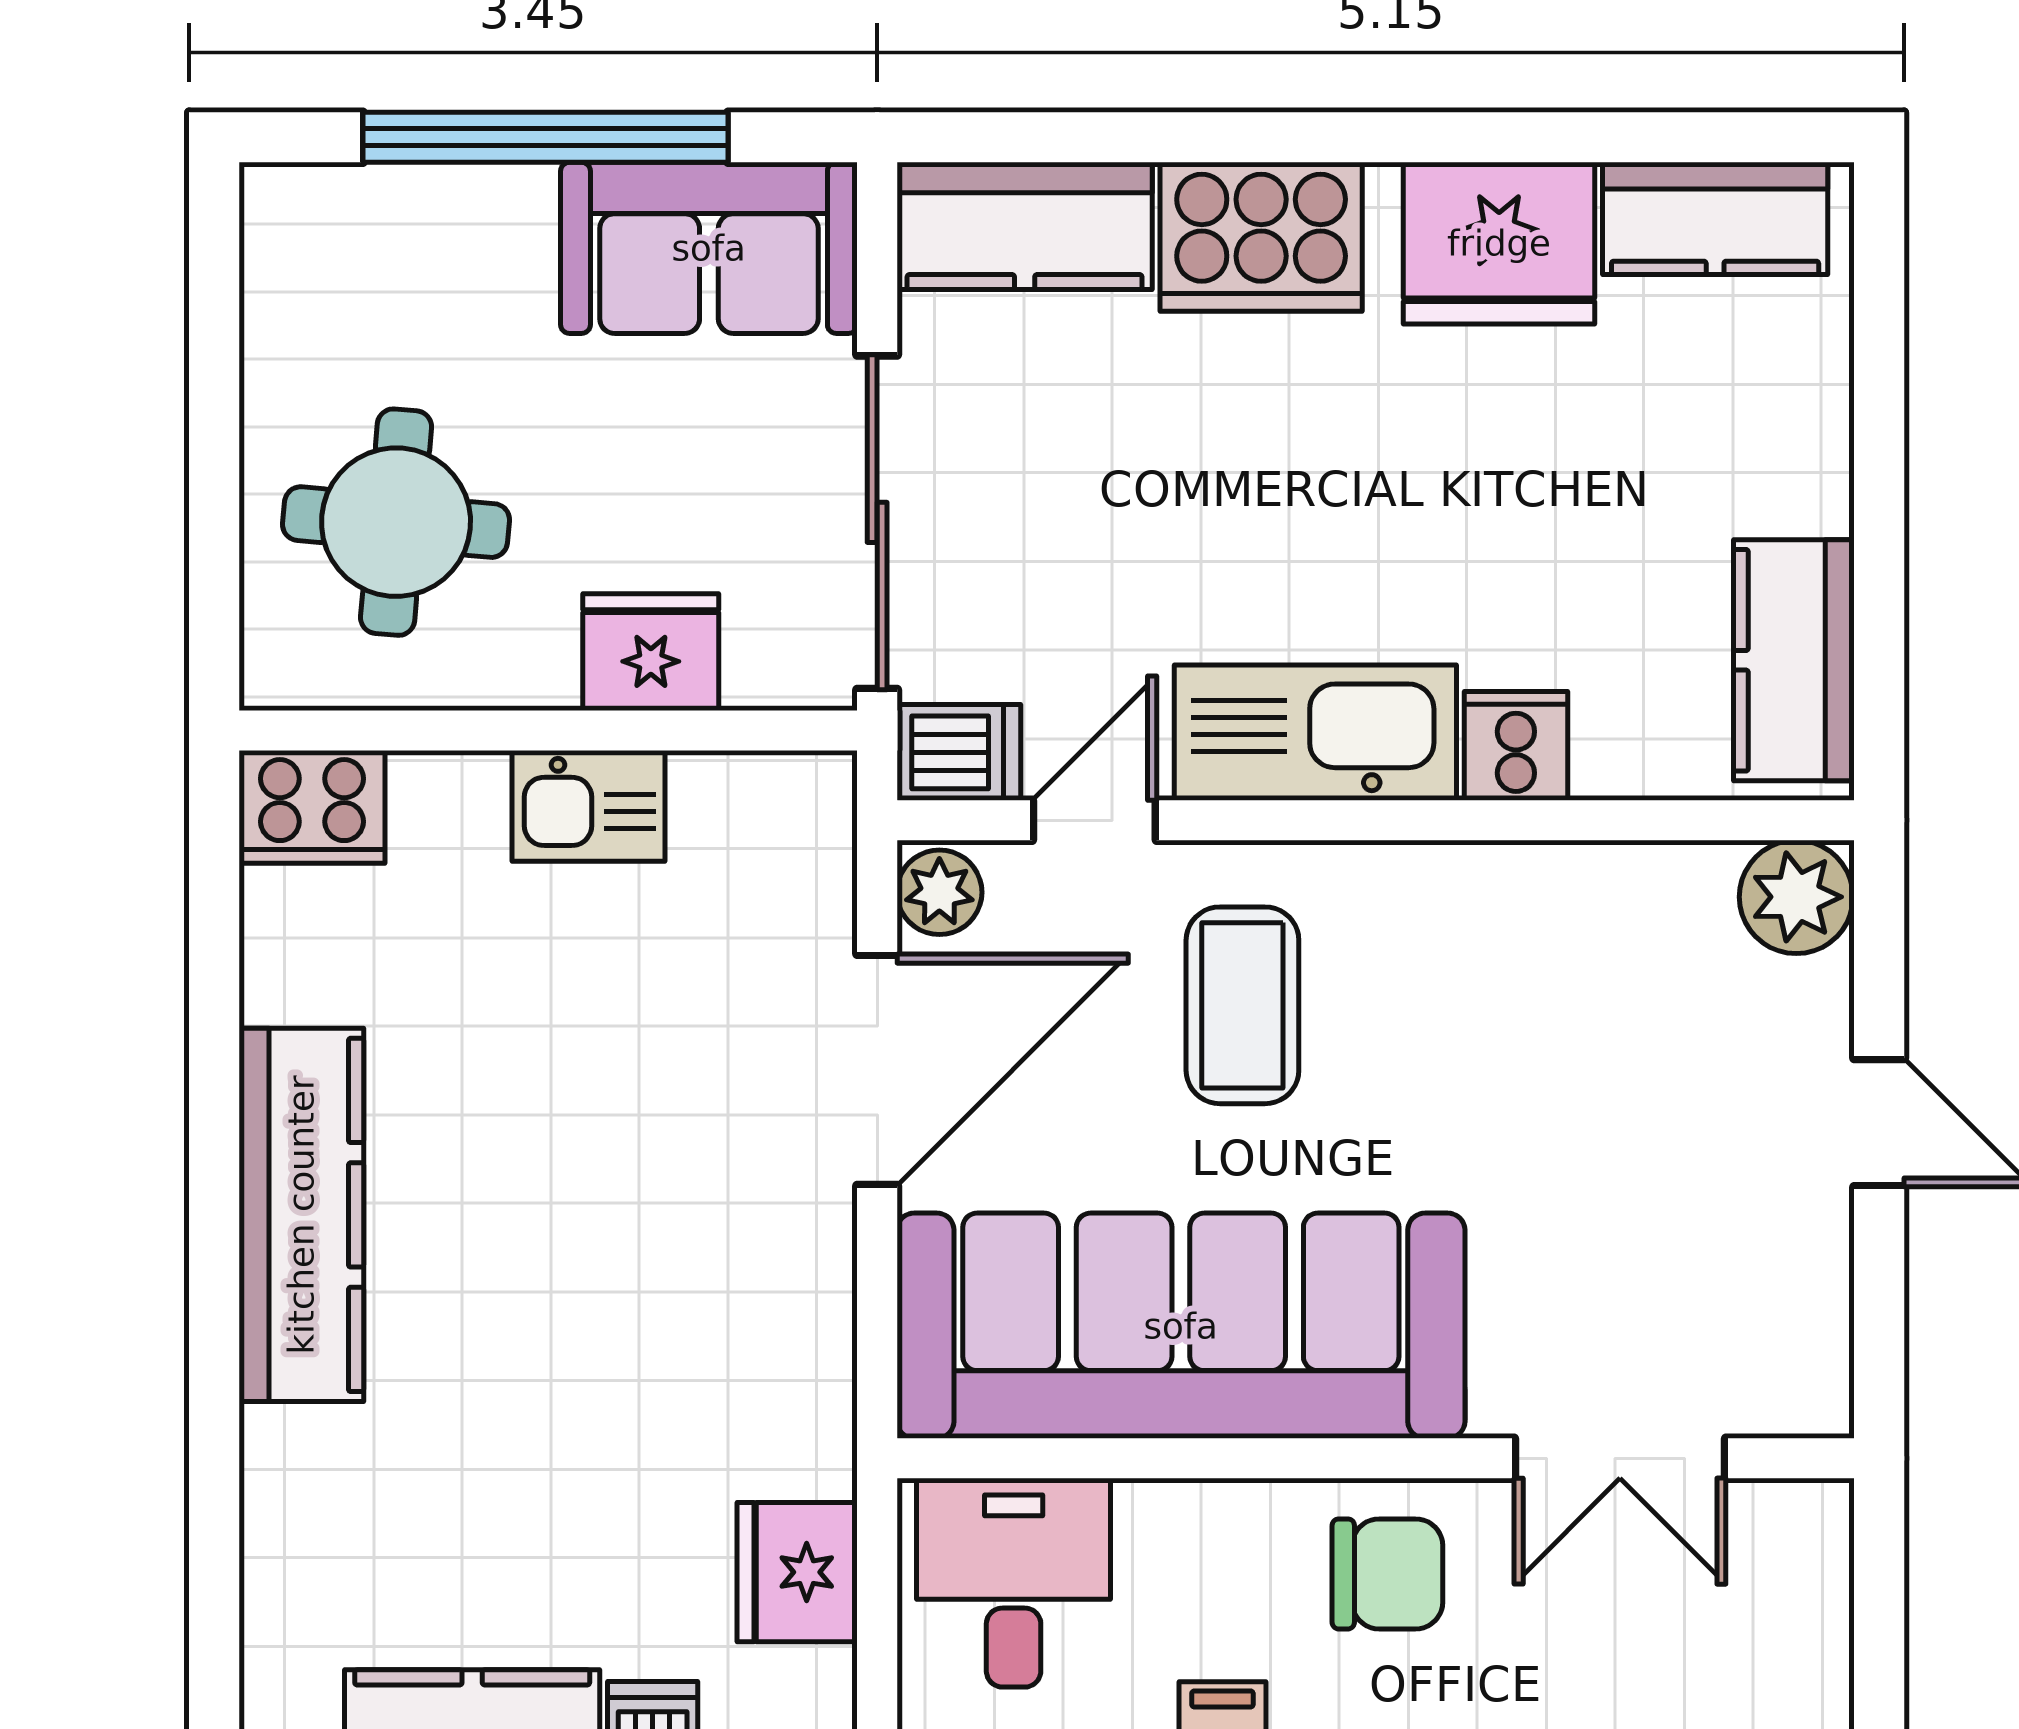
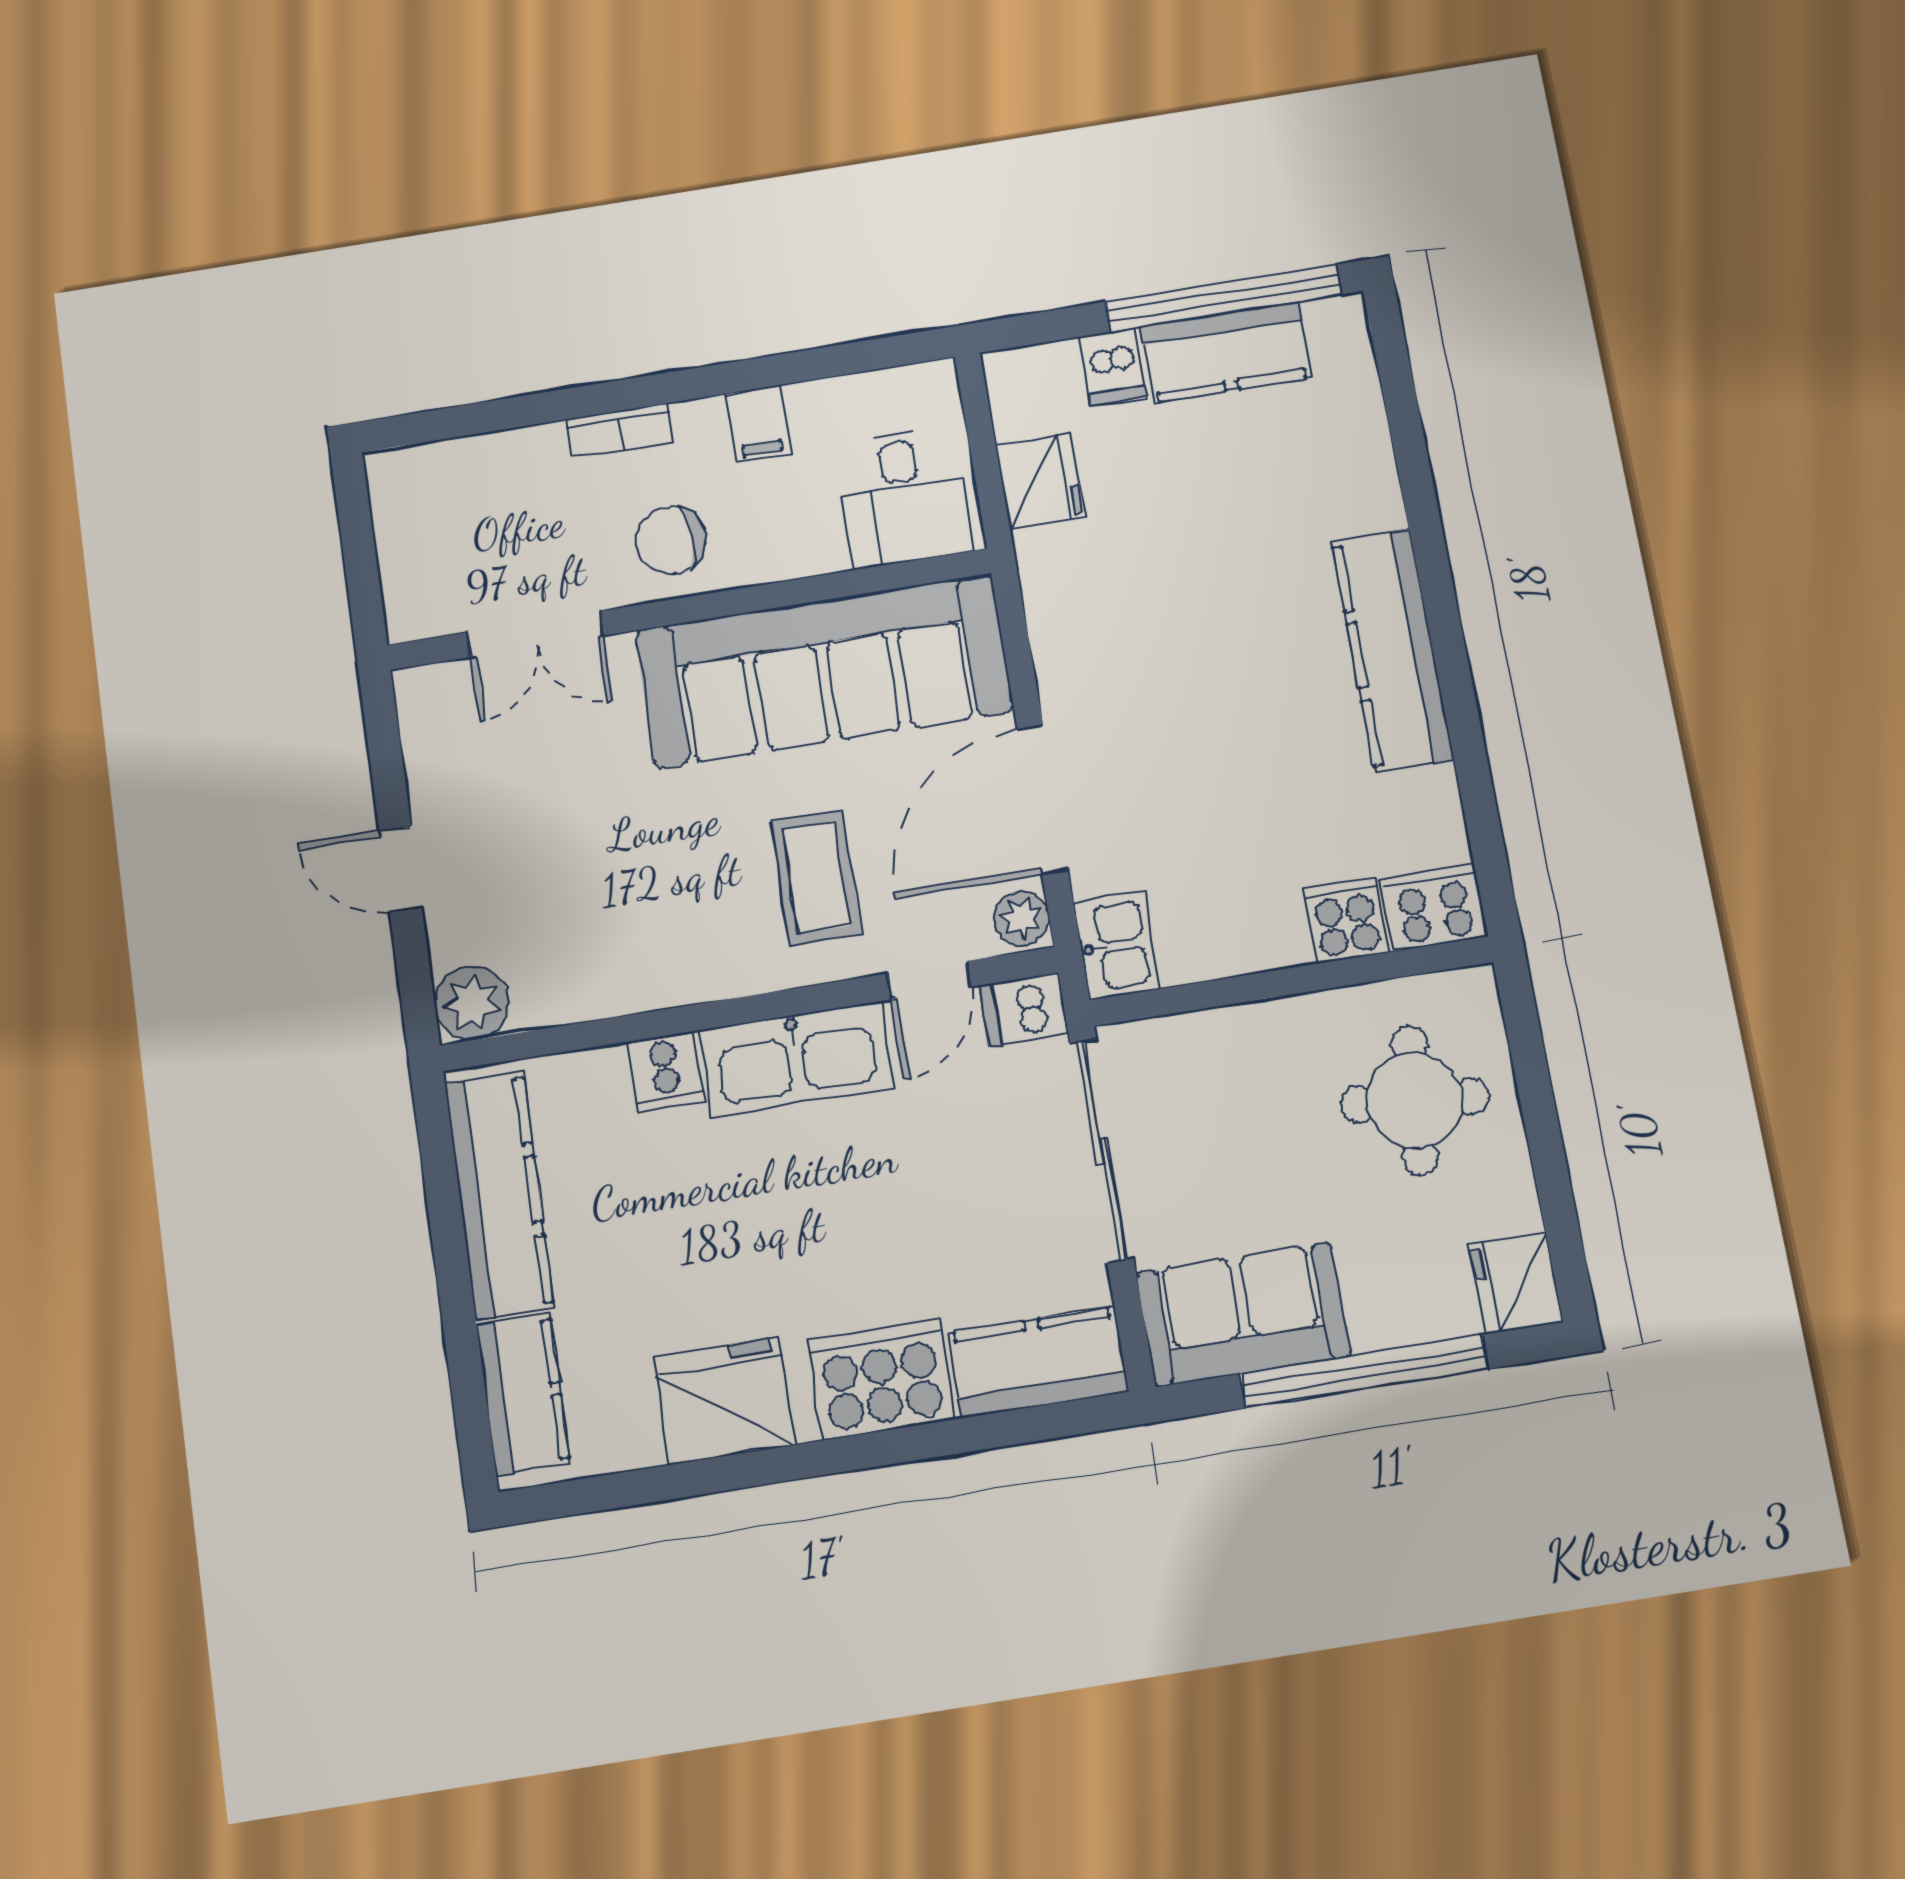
kitchen counter: (1715, 218) -> (523, 1395), moved, turned 90
fridge: (651, 652) -> (1516, 1283), moved, turned 90
kitchen counter: (1794, 660) -> (499, 1195), width x1.50
kitchen sink: (589, 806) -> (1117, 946), moved, turned 90
cooker: (449, 809) -> (1346, 920), added
double door: (1620, 1458) -> (536, 634), swing flipped

